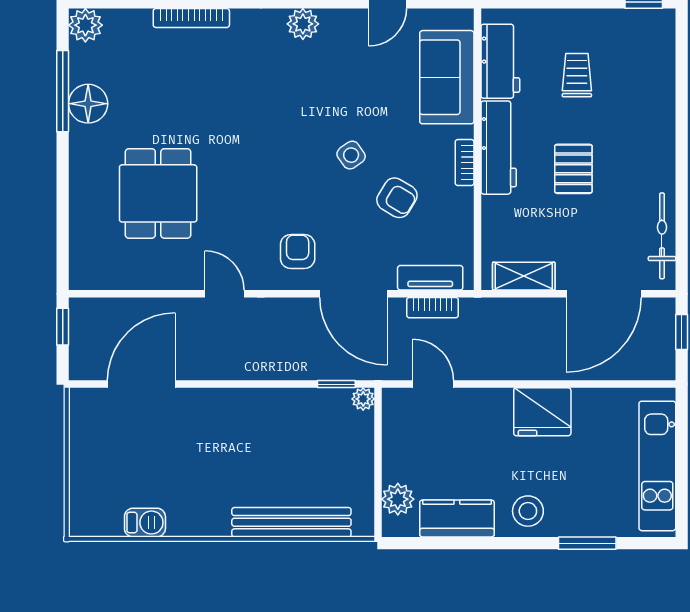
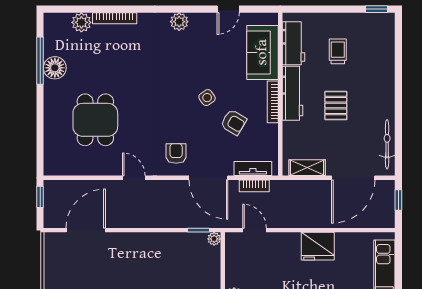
plant: (85, 25) -> (81, 22), moved
bookcase: (465, 163) -> (273, 102), width x1.56

